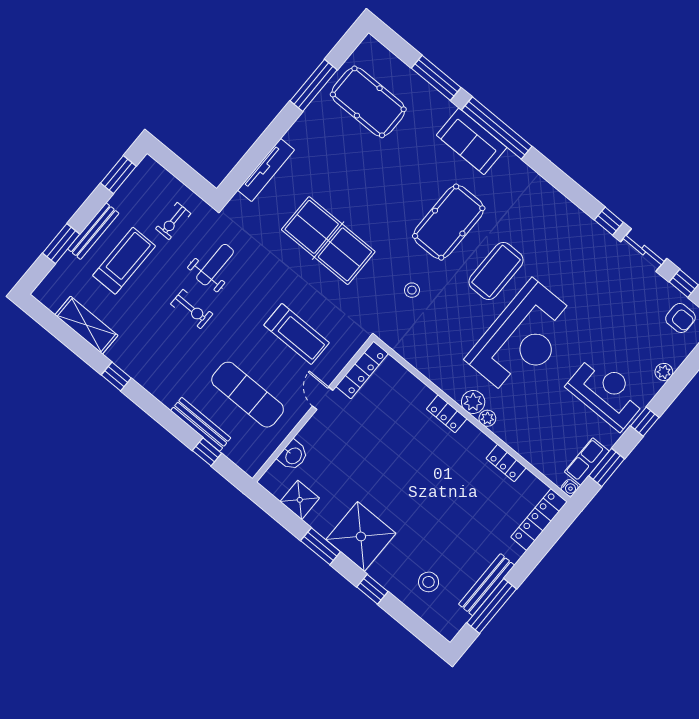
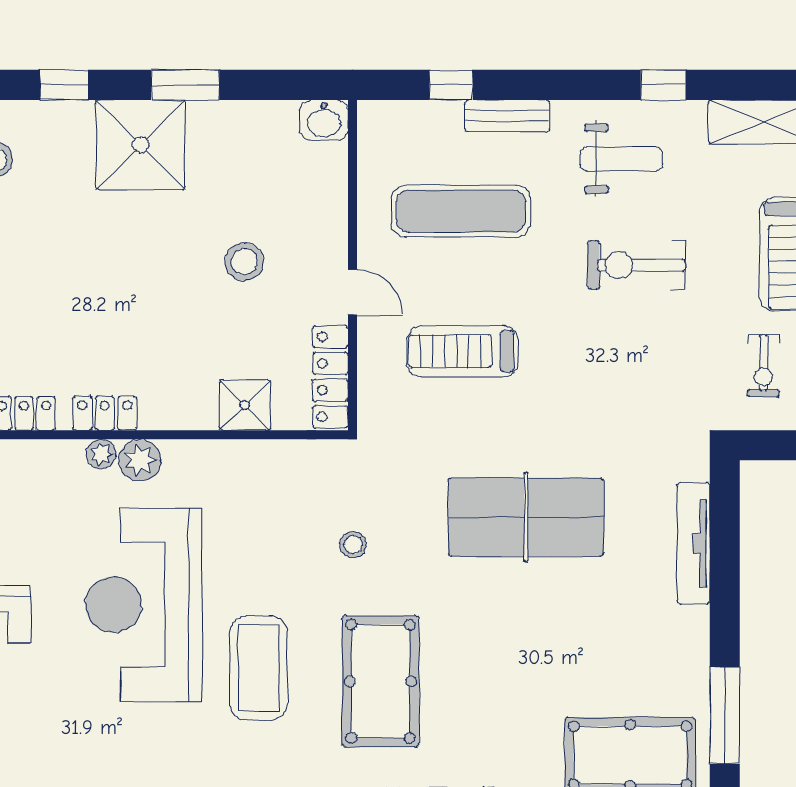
exercise bike: (173, 221) -> (763, 366), turned 180
weight bench: (215, 265) -> (621, 159), moved, turned -90
exercise bike: (192, 309) -> (636, 265), width x1.38, depth x1.39
locker: (447, 414) -> (105, 413), moved
bench: (201, 424) -> (507, 116), width x0.73
stool: (358, 450) -> (244, 262), added
washbasin: (293, 455) -> (324, 120), moved, turned -90
shower: (300, 500) -> (245, 405), moved

